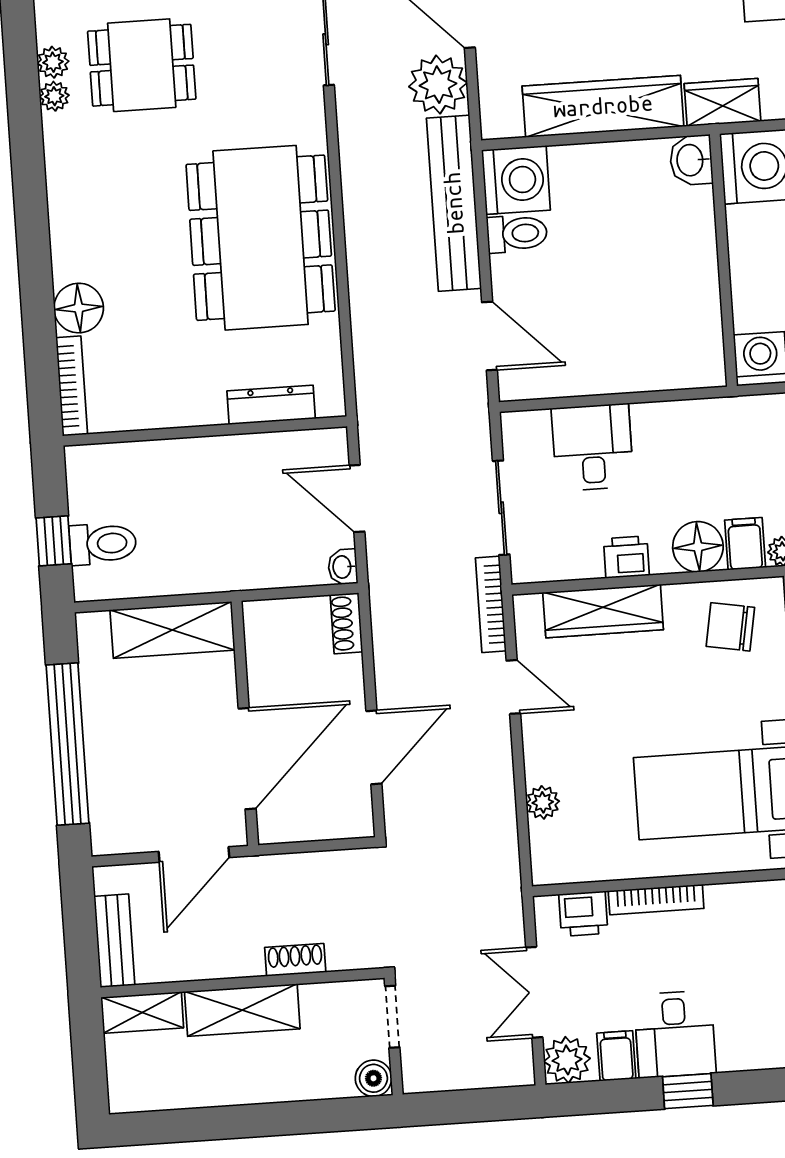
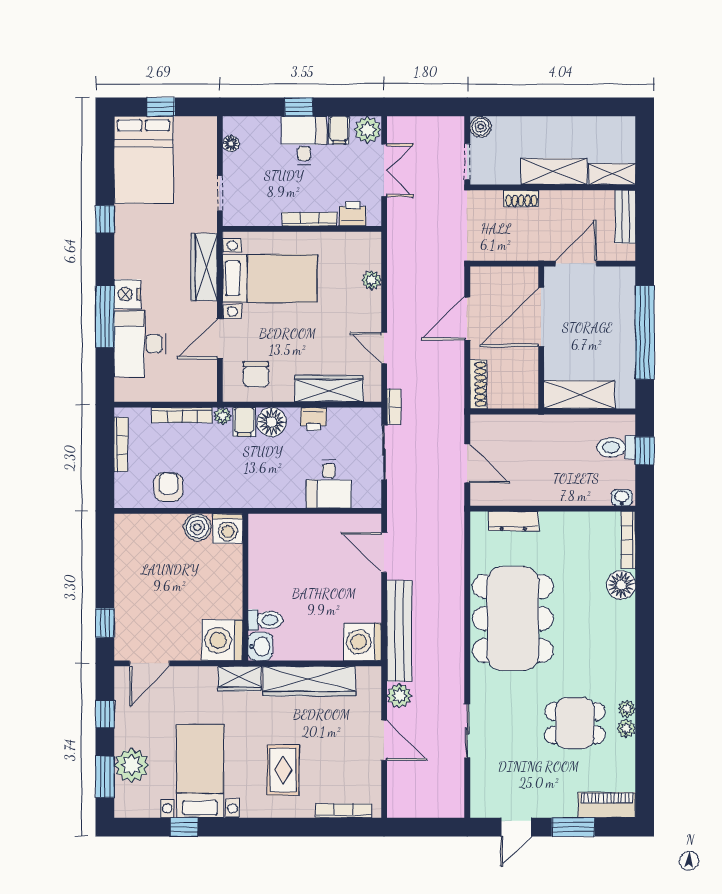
plant: (438, 85) -> (399, 696), width x0.73, depth x0.73
toilet: (517, 234) -> (265, 620), moved, turned 180
washbasin: (343, 567) -> (622, 498), moved, turned -90
bookcase: (491, 604) -> (394, 407), width x0.64
shoe rack: (346, 623) -> (478, 384), width x1.43
chair: (730, 627) -> (256, 374), turned 80

